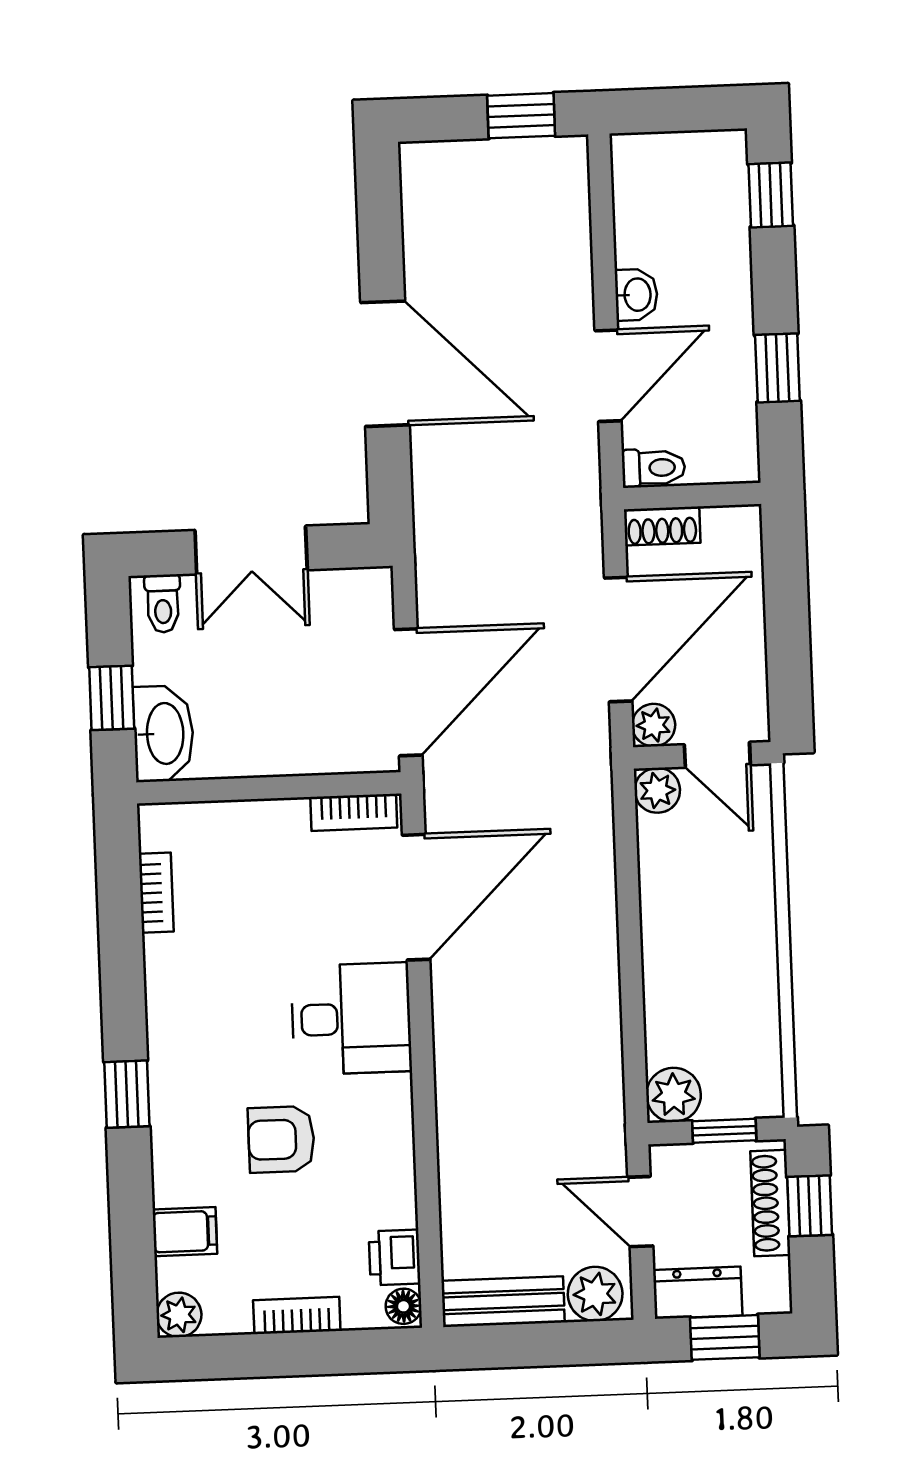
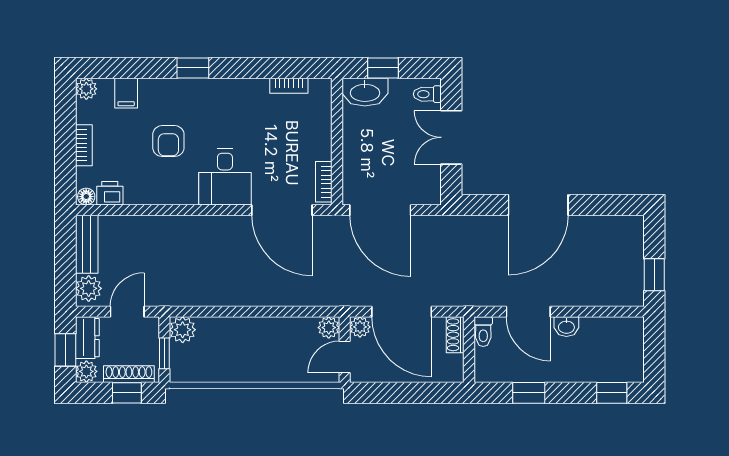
armchair: (281, 1139) -> (168, 141), turned 180
plant: (768, 1292) -> (86, 371), added

